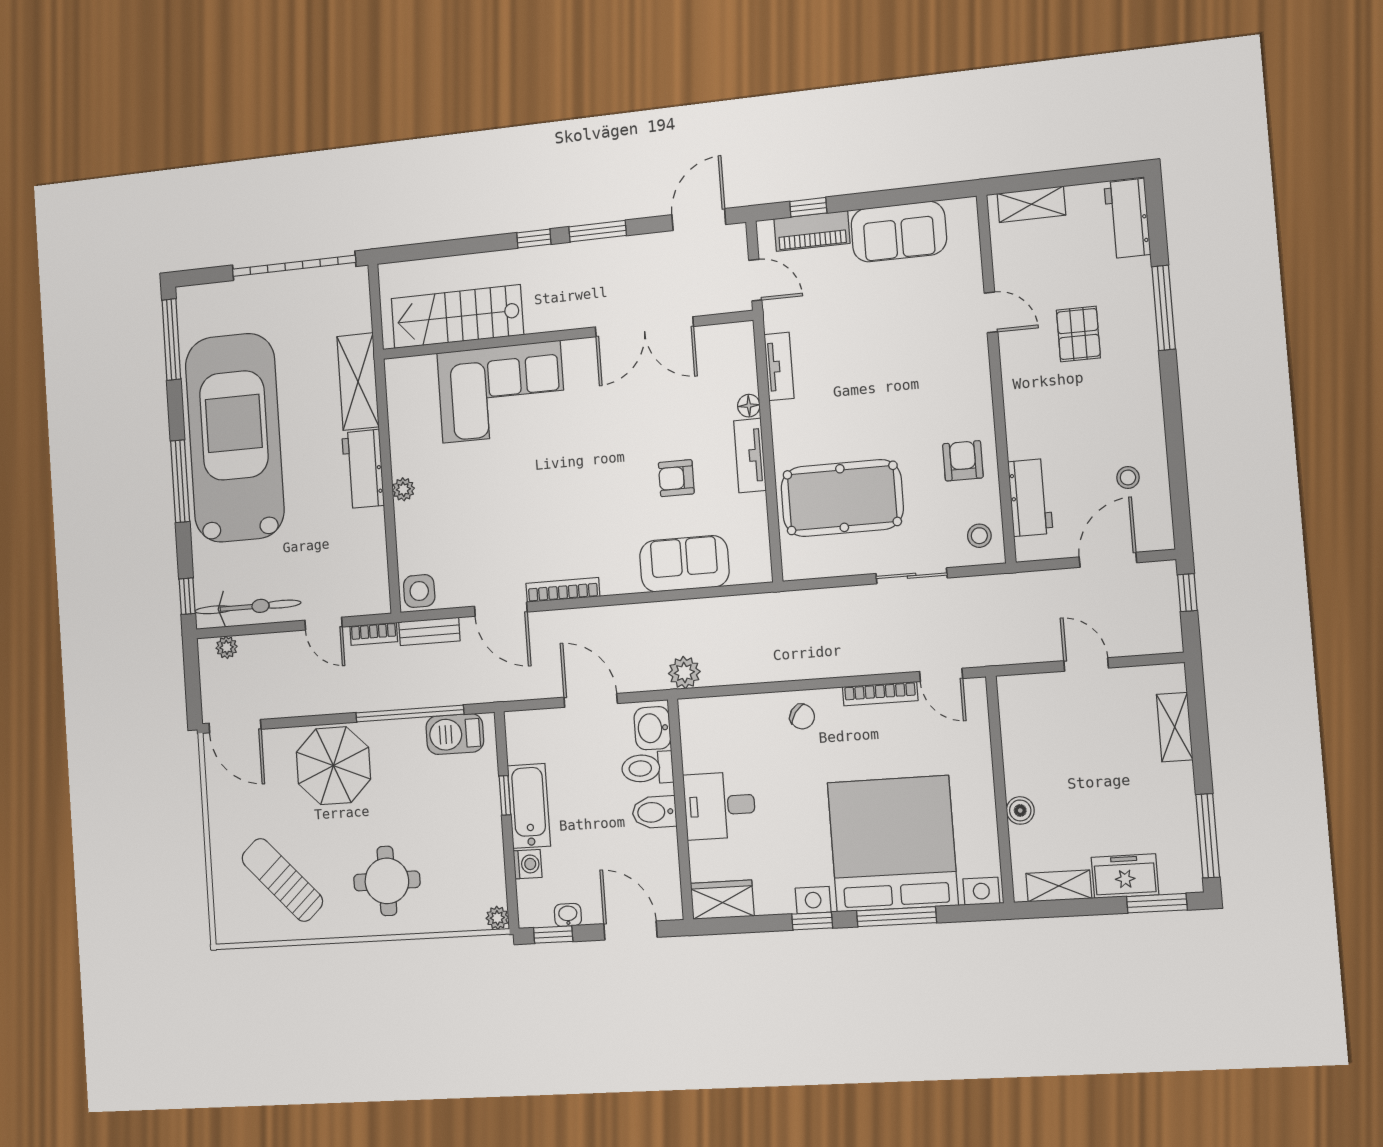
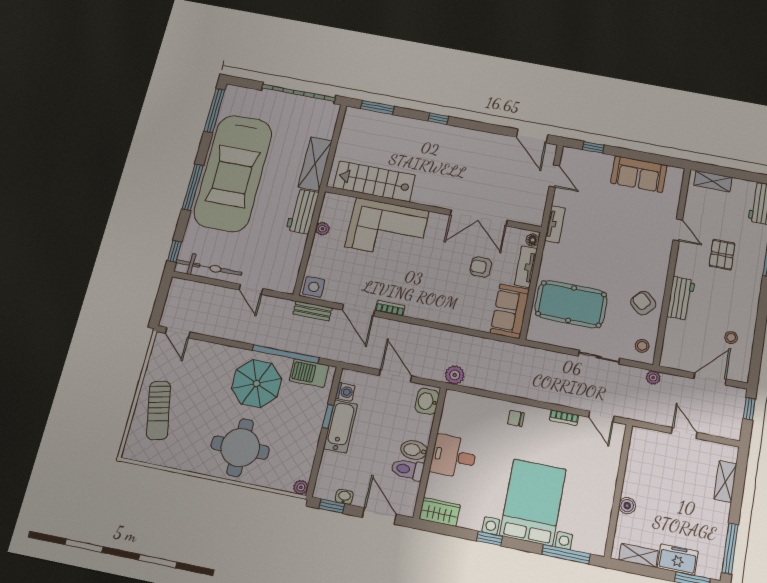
door: (699, 220) -> (532, 136), swing flipped
window: (598, 231) -> (377, 107), moved
piano: (812, 231) -> (592, 160), removed
stairs: (457, 317) -> (374, 181), moved
double door: (644, 327) -> (479, 218), moved
wall: (565, 335) -> (433, 209), moved
corner sofa: (501, 392) -> (387, 229), moved
car: (235, 438) -> (233, 173), turned 180
armchair: (963, 461) -> (643, 303), turned -47
workbench: (1030, 497) -> (681, 298), moved
sofa: (684, 564) -> (510, 311), moved, turned -90
bookcase: (563, 590) -> (390, 308), width x0.64
bookcase: (374, 634) -> (279, 303), removed
plant: (227, 647) -> (653, 377), moved
bookcase: (880, 694) -> (564, 418), width x0.64
chair: (802, 717) -> (516, 418), turned 145
door: (235, 726) -> (178, 333), width x0.73
parasol: (333, 766) -> (257, 384), moved
toilet: (647, 768) -> (407, 469), moved
bed with nightstands: (893, 844) -> (533, 502), width x0.73
washing machine: (528, 864) -> (345, 392), moved
sun lounger: (282, 880) -> (159, 410), moved, turned -149
round table: (387, 881) -> (240, 448), width x1.36, depth x1.36
window: (896, 917) -> (566, 554), moved

